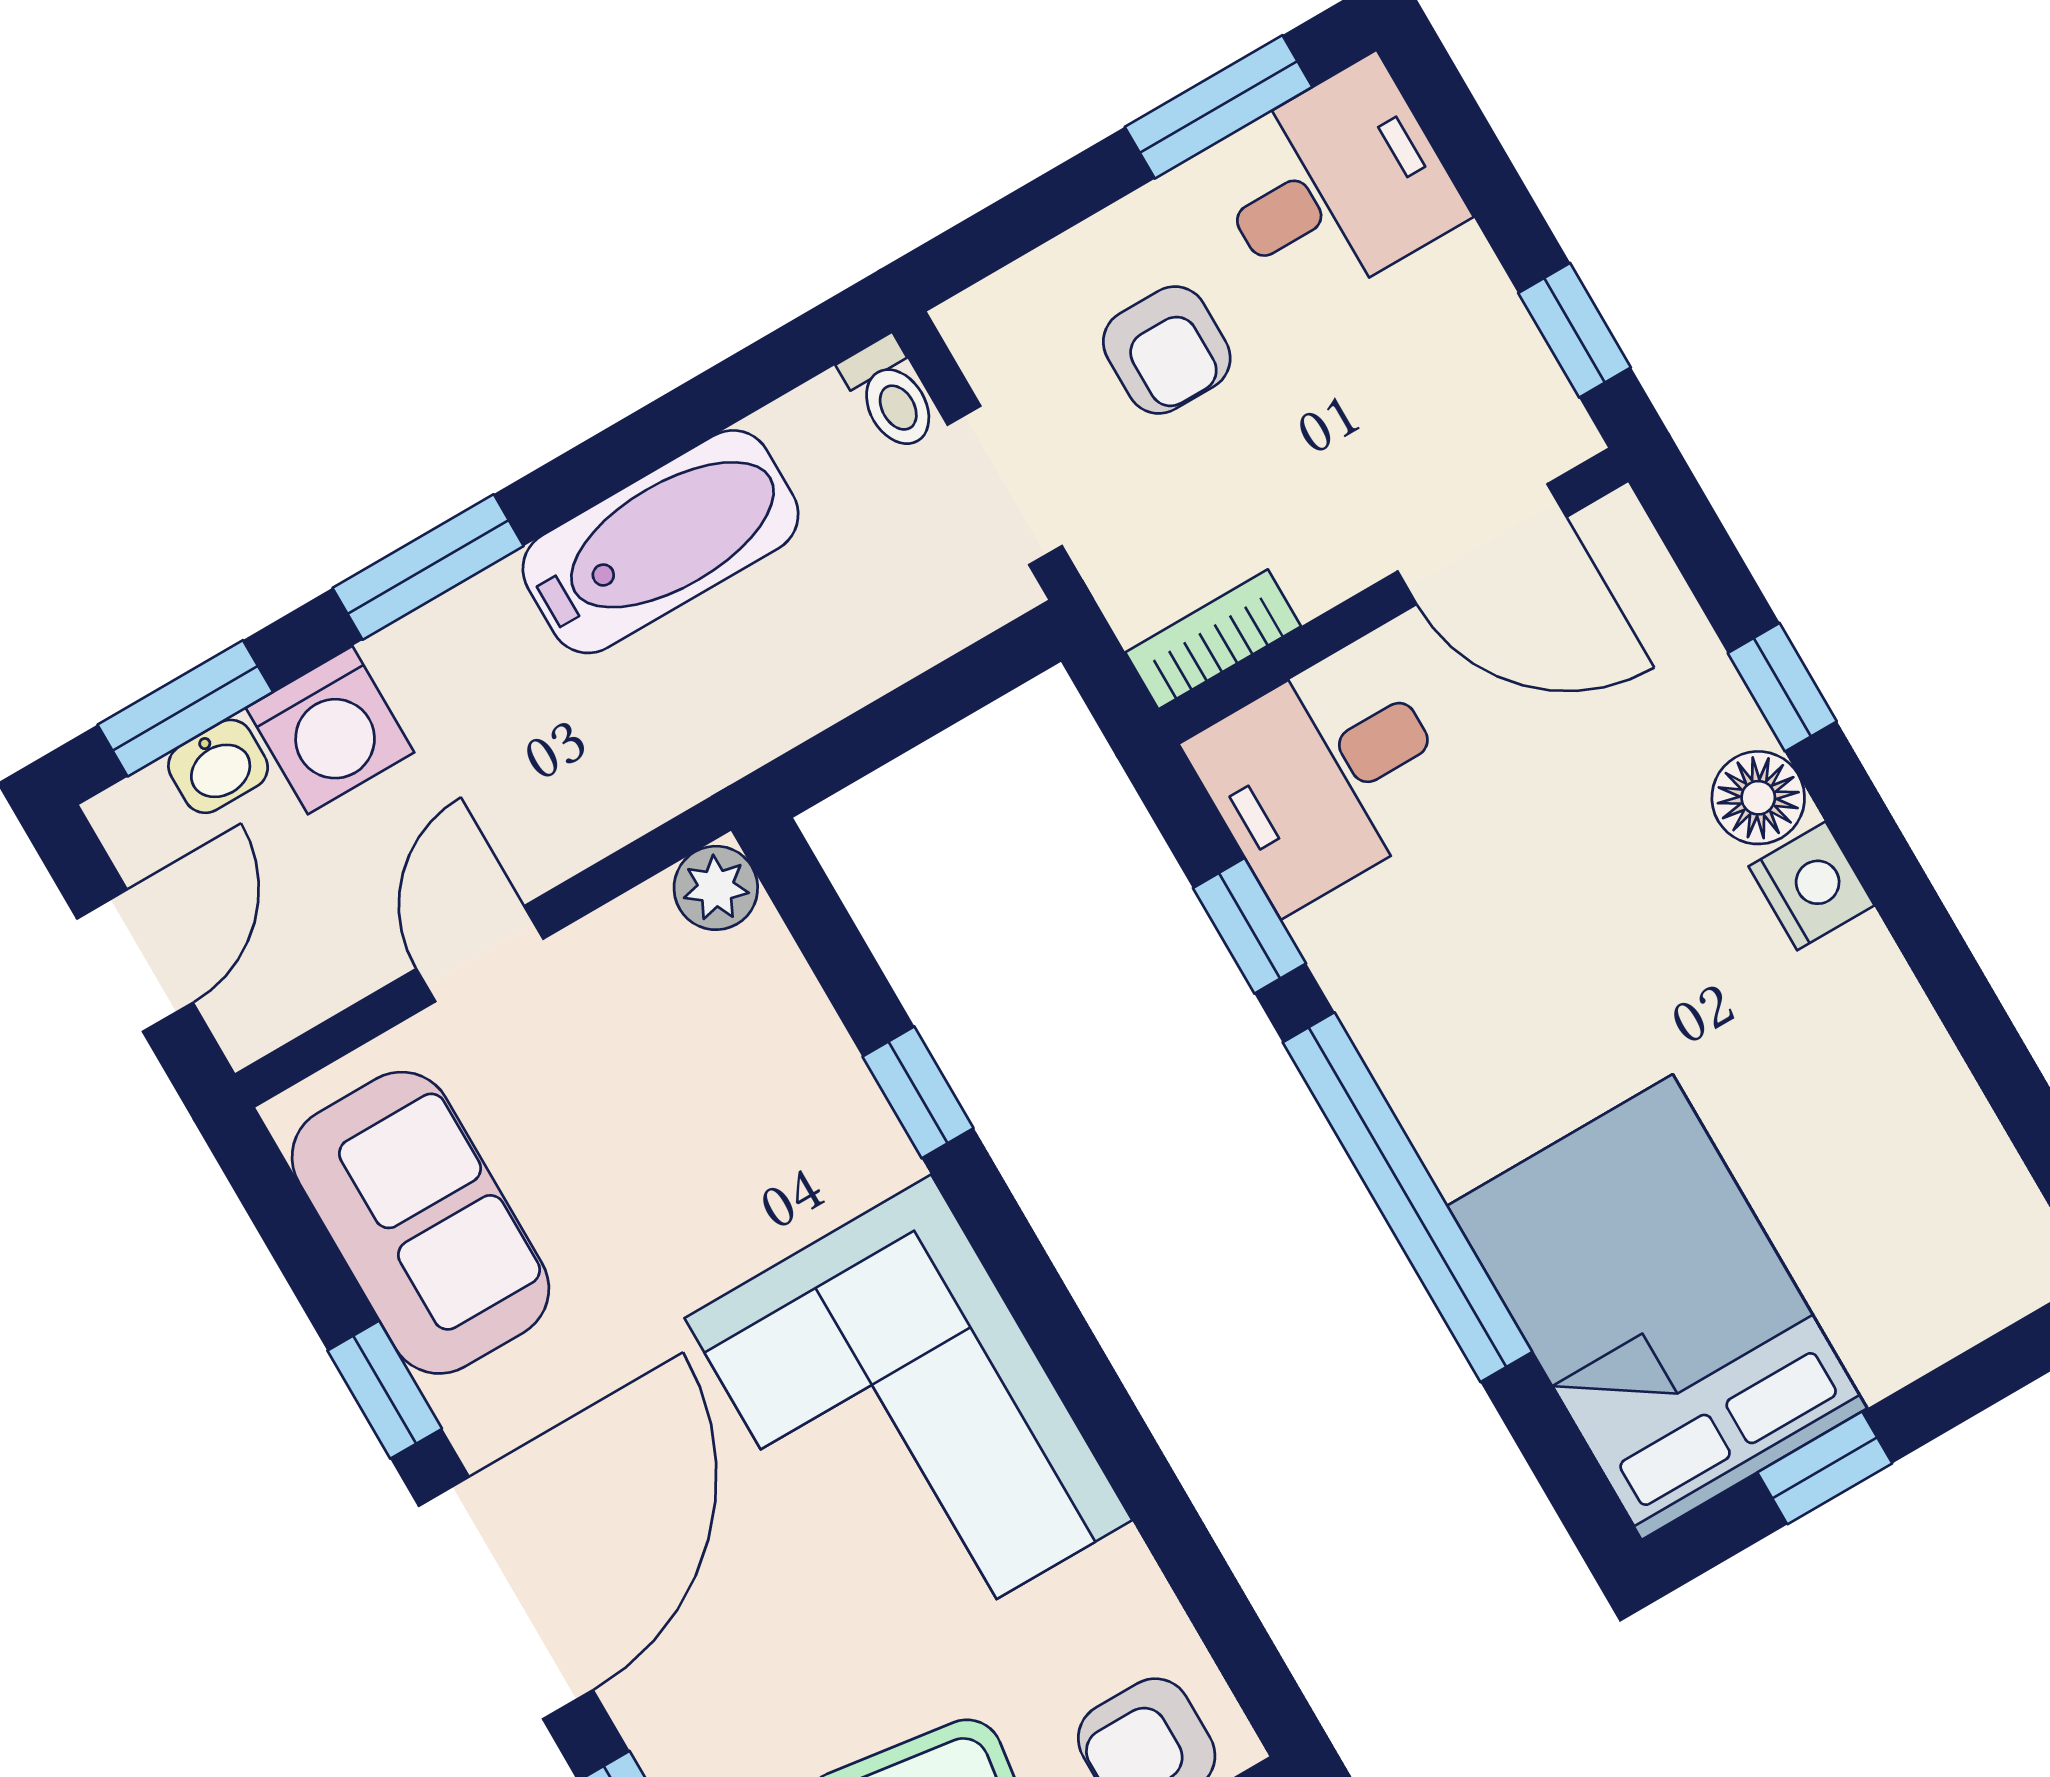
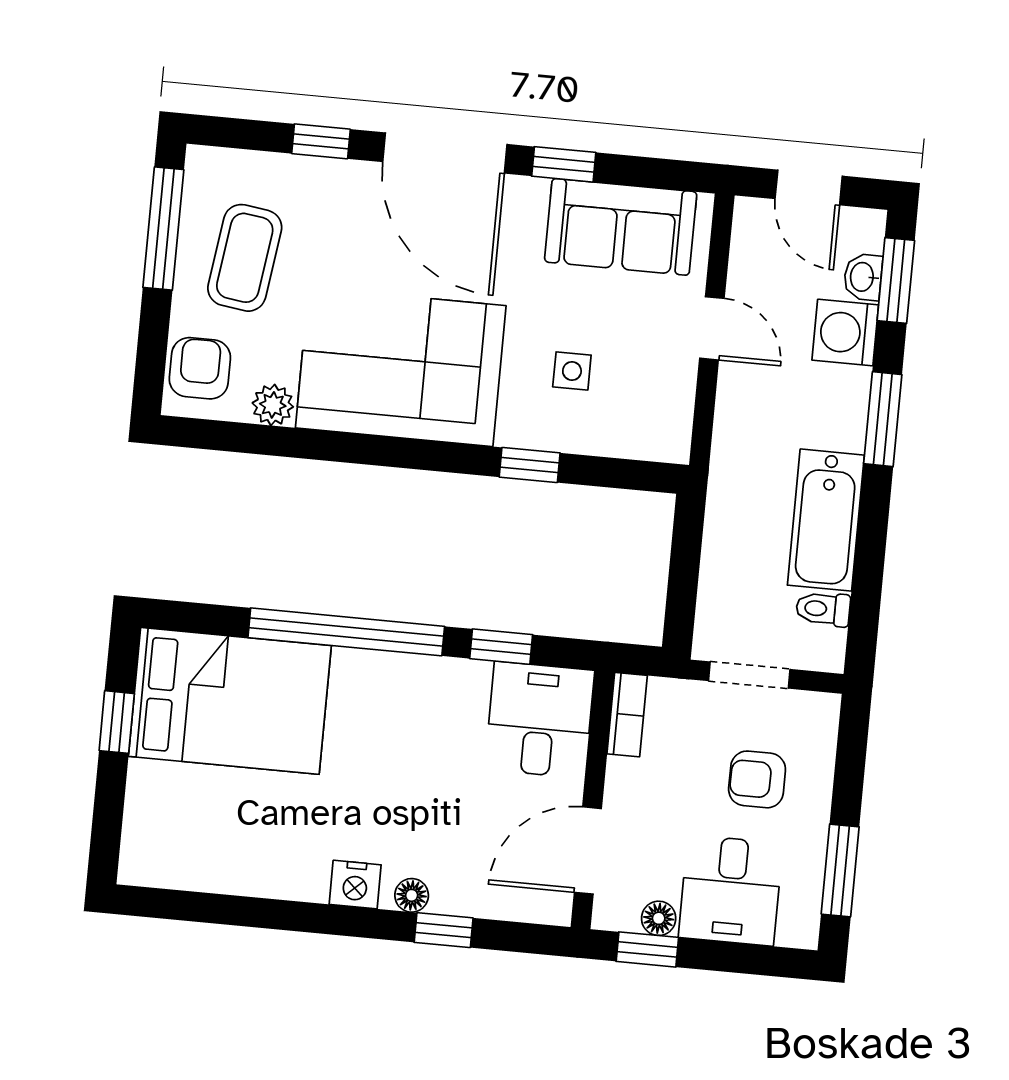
desk: (1335, 186) -> (731, 890), moved
floor lamp: (1510, 348) -> (659, 918), added
toilet: (891, 395) -> (823, 609), moved
floor lamp: (1758, 798) -> (412, 895), width x0.73, depth x0.73
plant: (716, 888) -> (273, 405), moved
side table: (714, 1133) -> (572, 371), added

